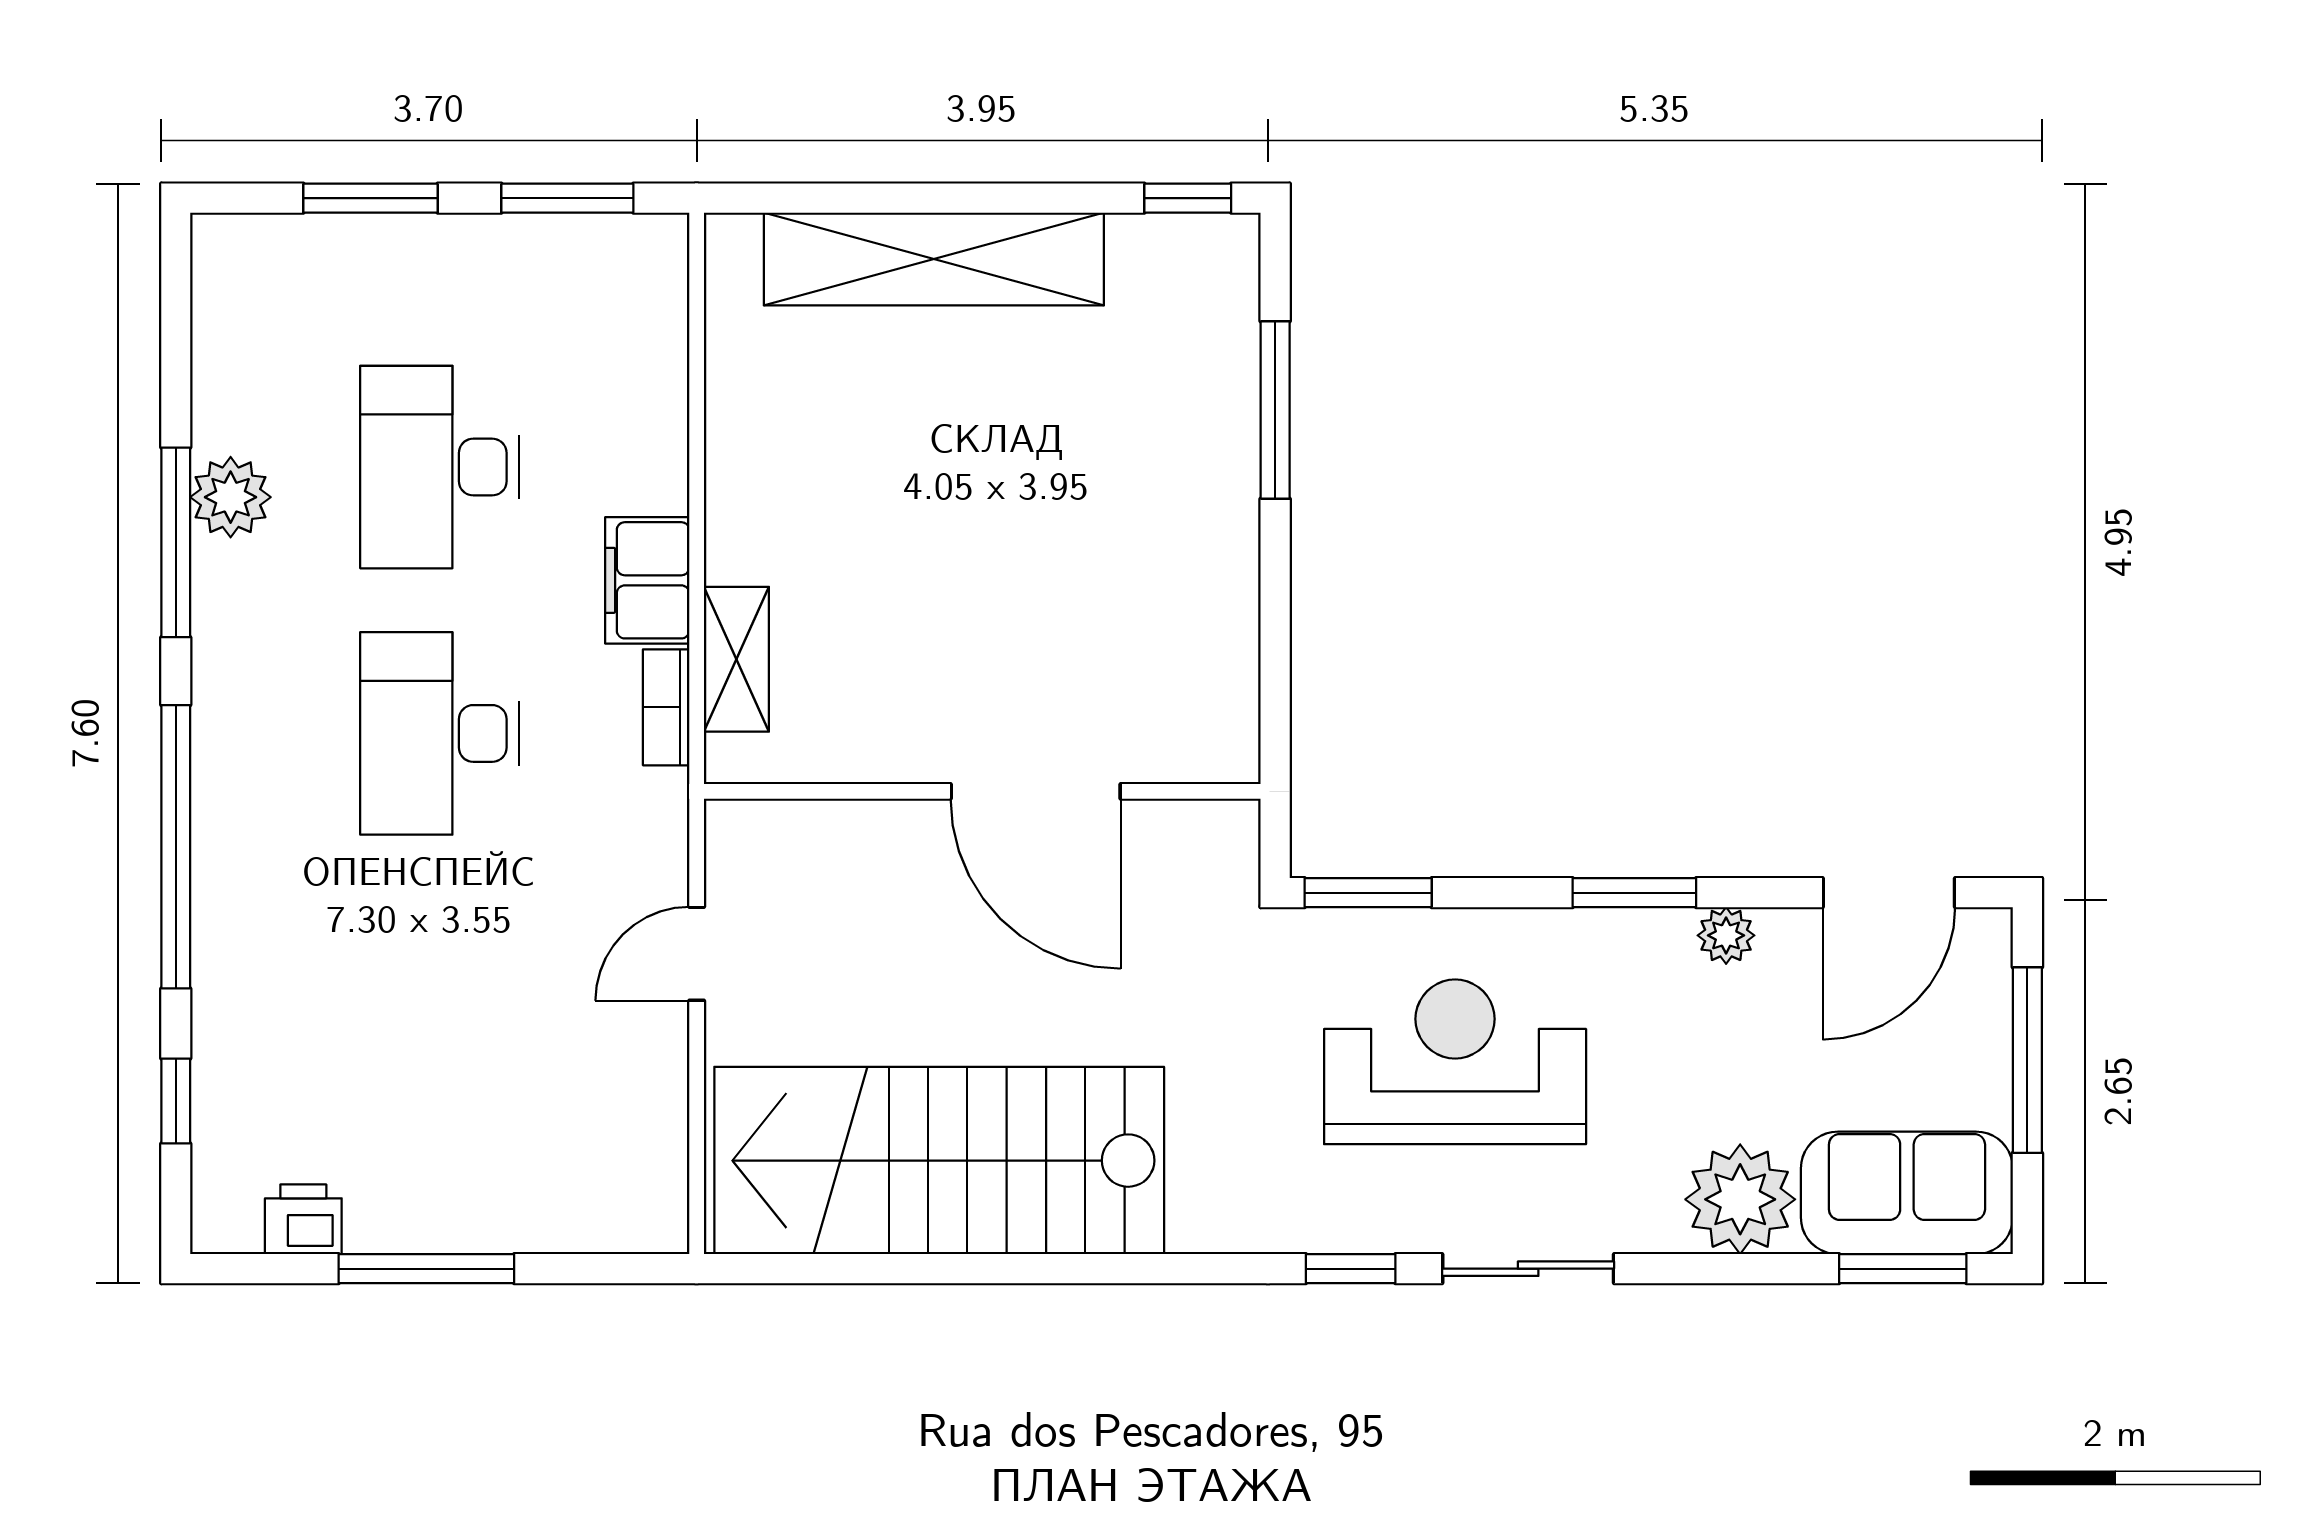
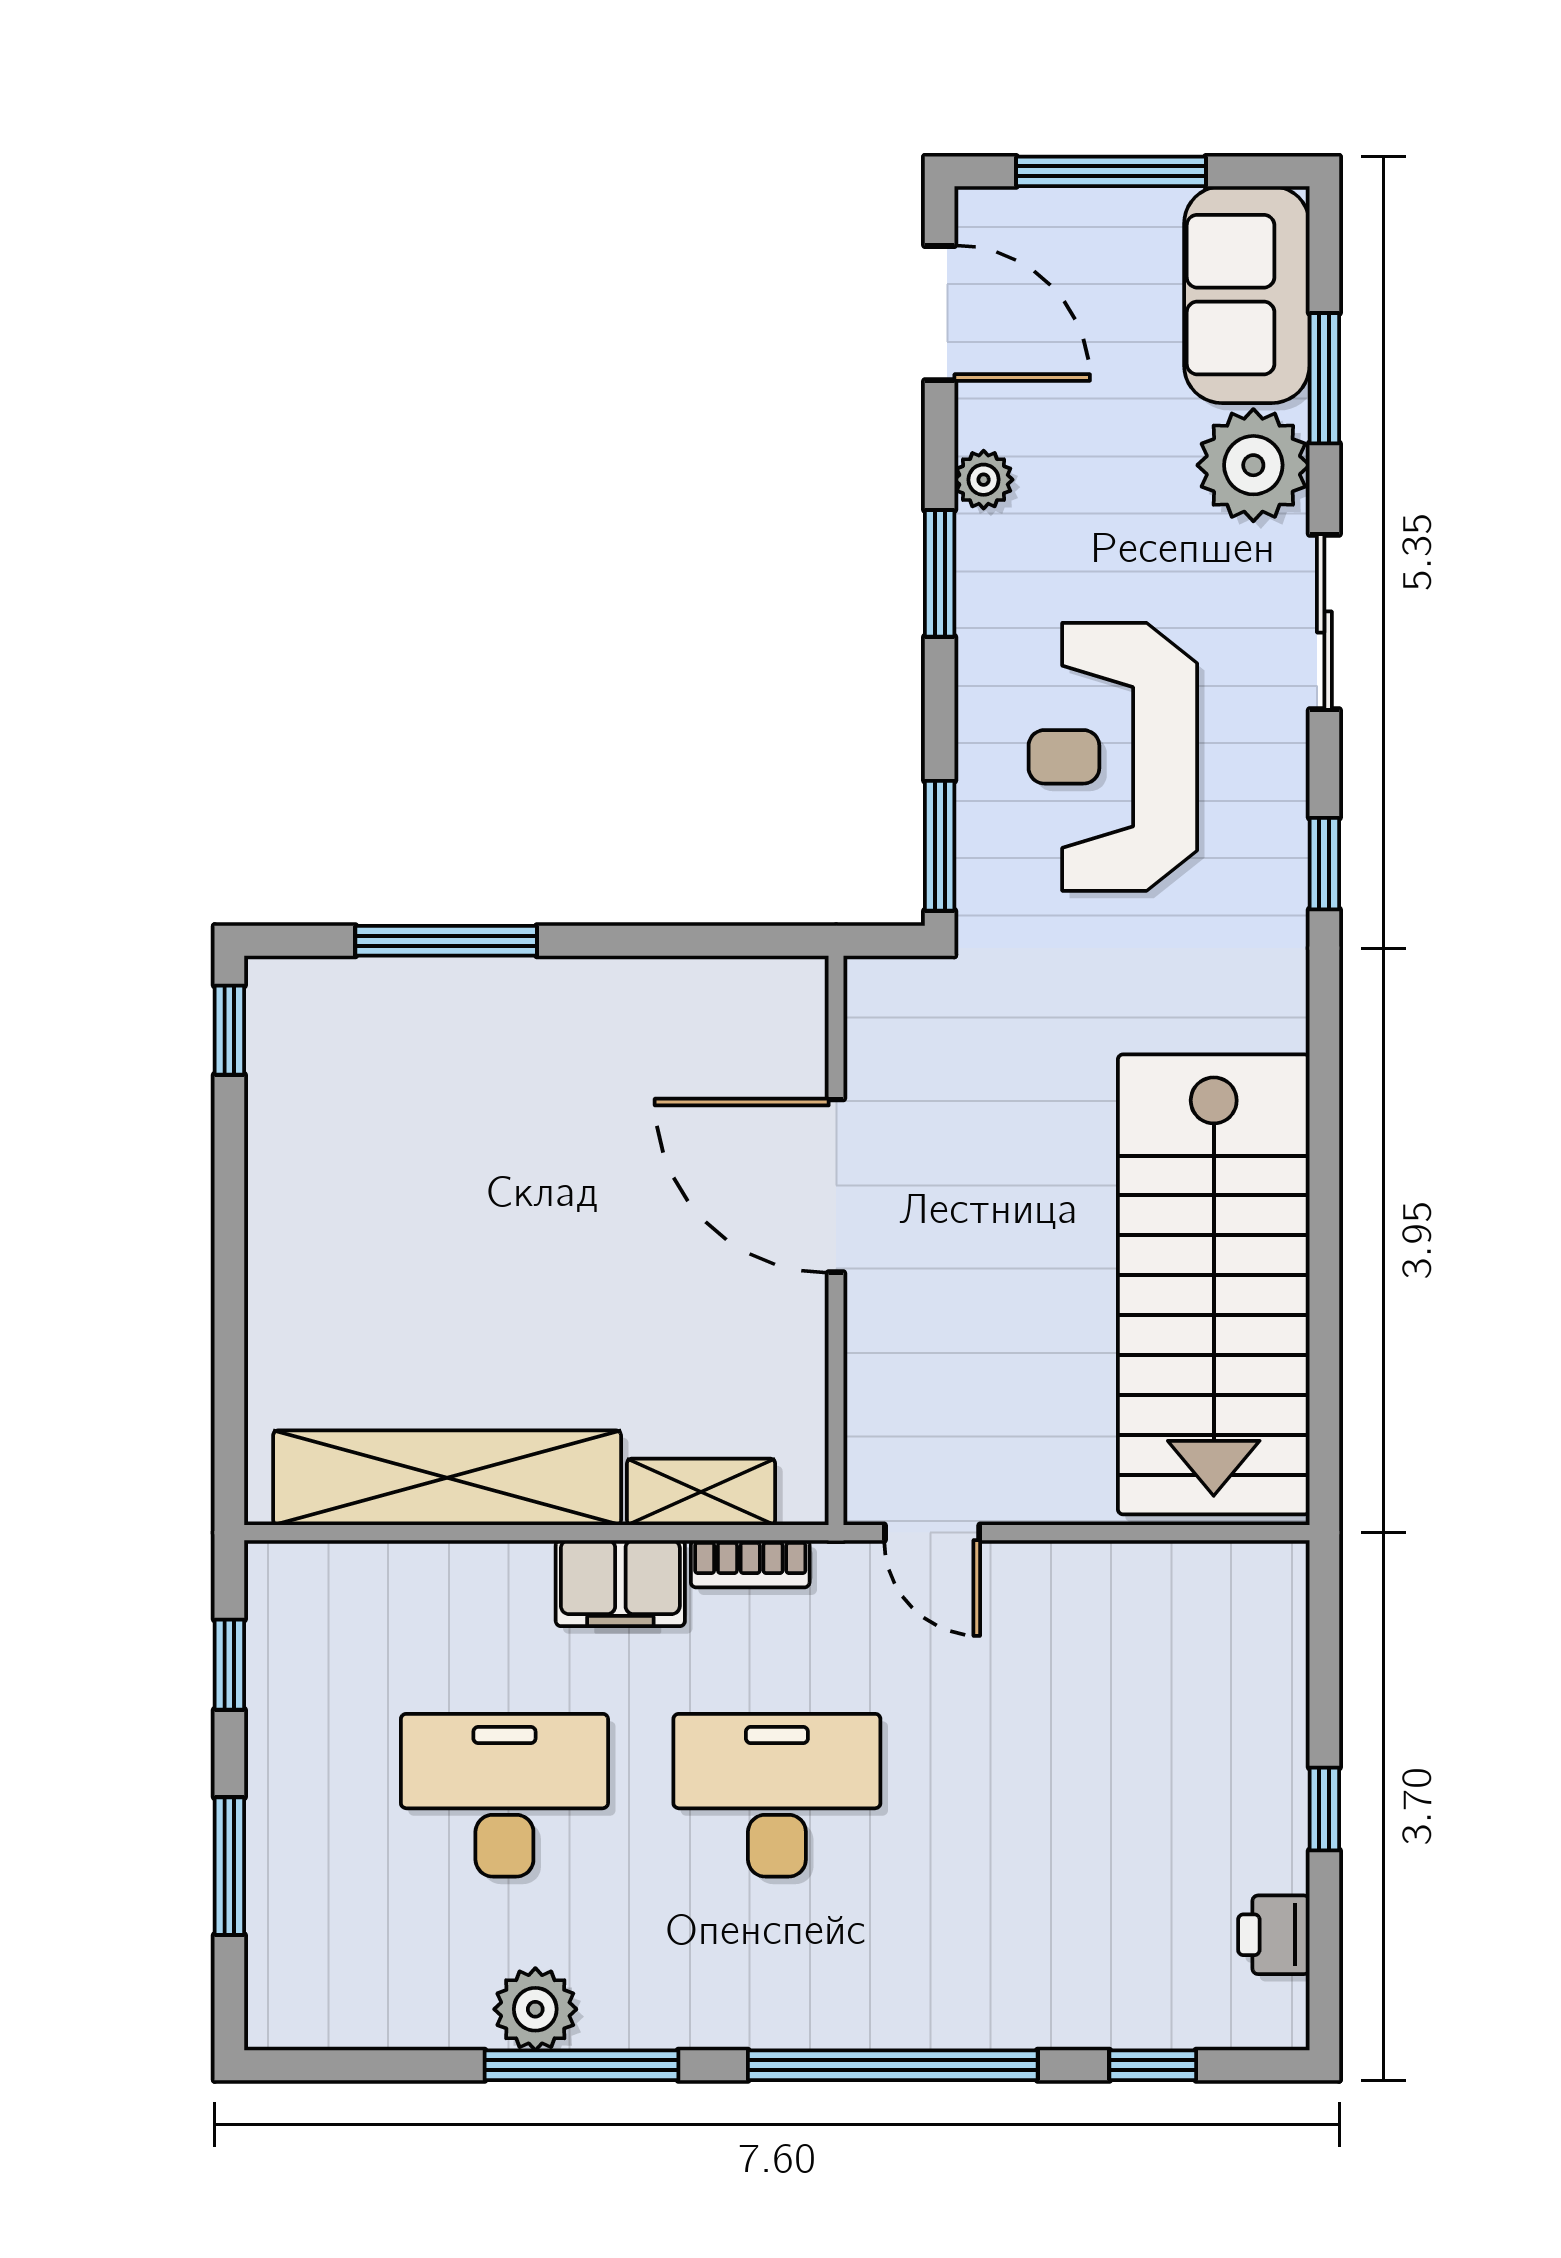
window: (567, 198) -> (229, 1665), width x0.67
shelving: (934, 259) -> (447, 1478), moved, turned 90
desk: (440, 467) -> (504, 1795), turned 180
desk: (440, 733) -> (777, 1795), turned 180
door: (1036, 791) -> (836, 1186), swing flipped
door: (697, 954) -> (932, 1533), moved
window: (426, 1269) -> (1324, 1809), width x0.46
sliding door: (1528, 1269) -> (1324, 622), moved
window: (1903, 1269) -> (1324, 378), moved

